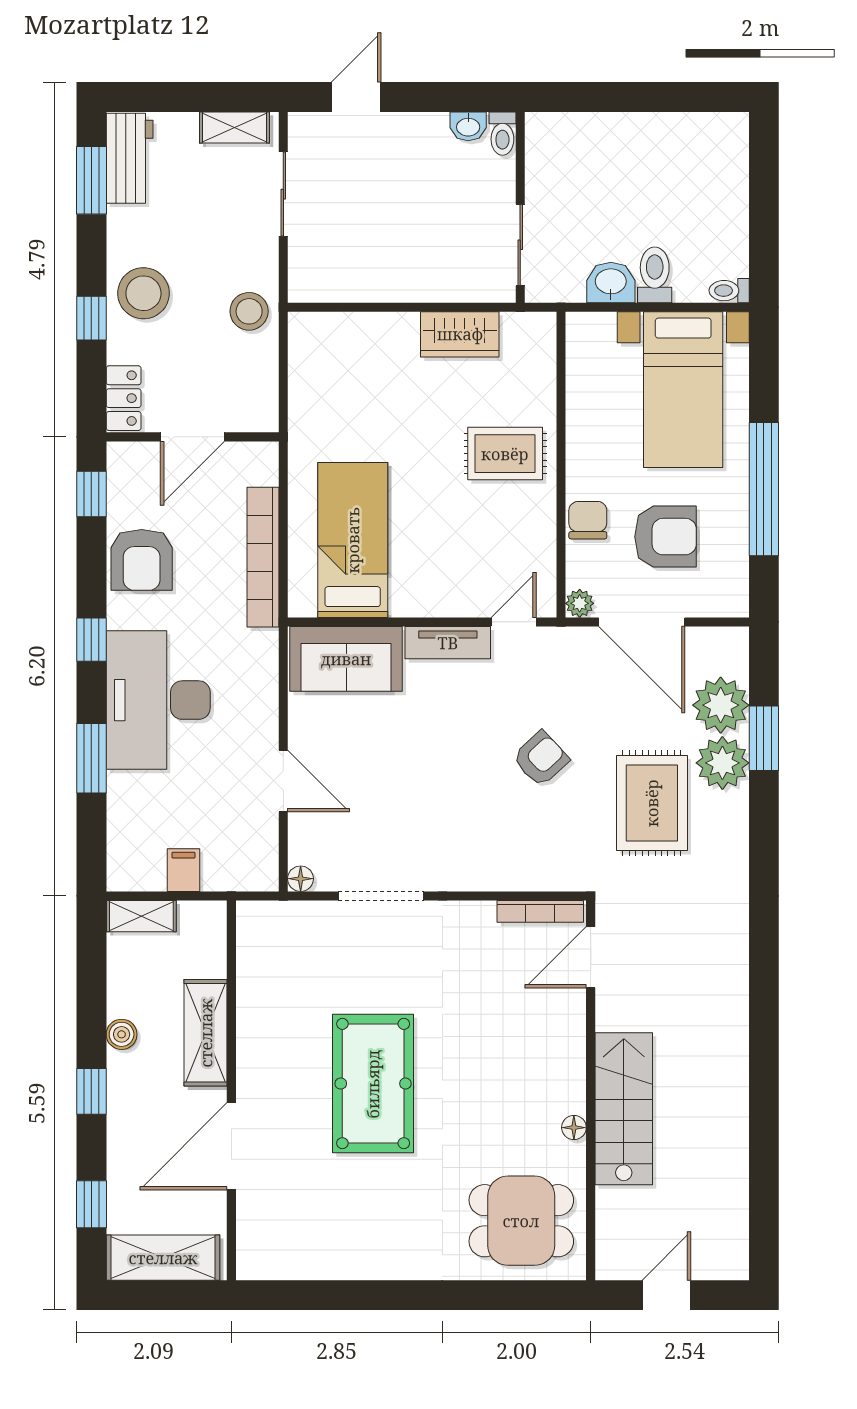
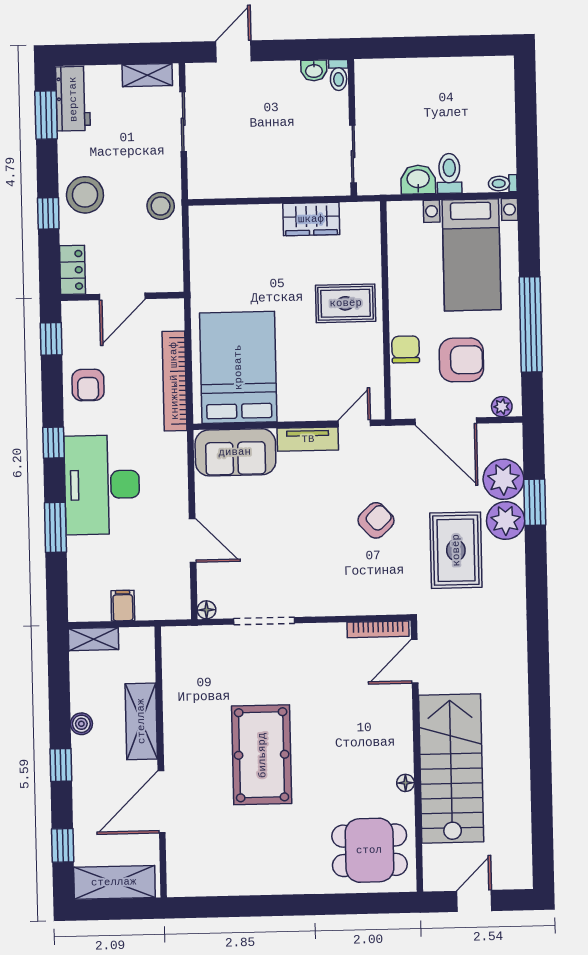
bed: (353, 540) -> (238, 367), width x1.50
armchair: (142, 560) -> (88, 385), width x0.72, depth x0.72
plant: (580, 603) -> (502, 407), moved
stairs: (624, 1109) -> (451, 768), width x1.36, depth x1.51

